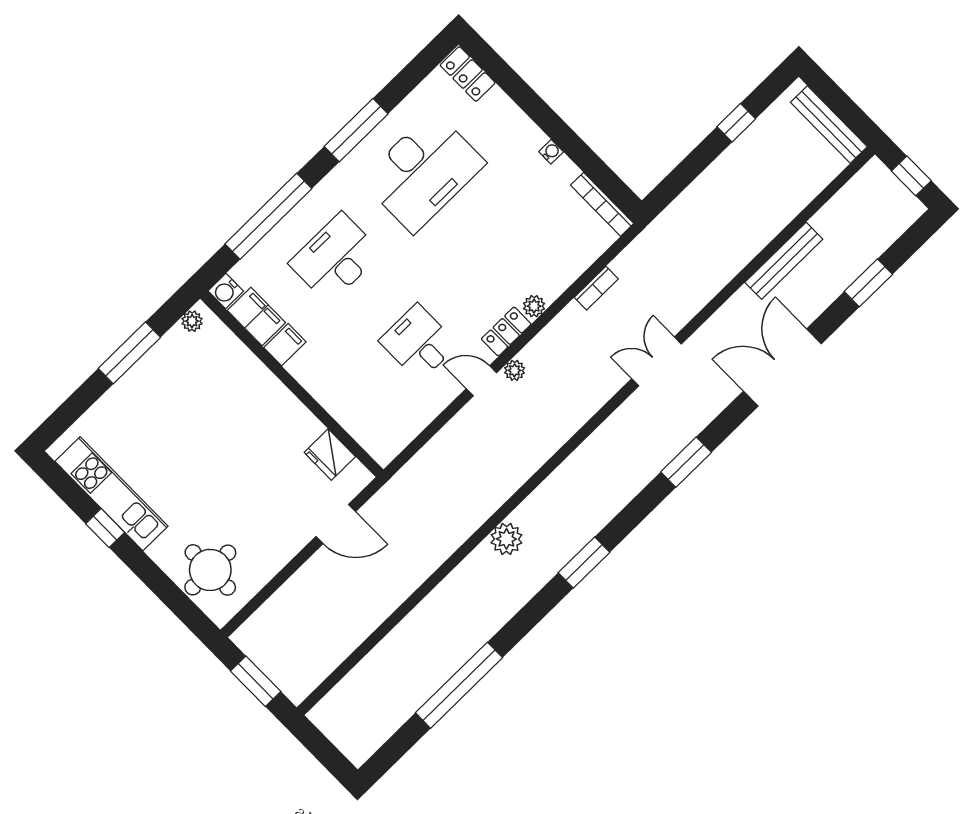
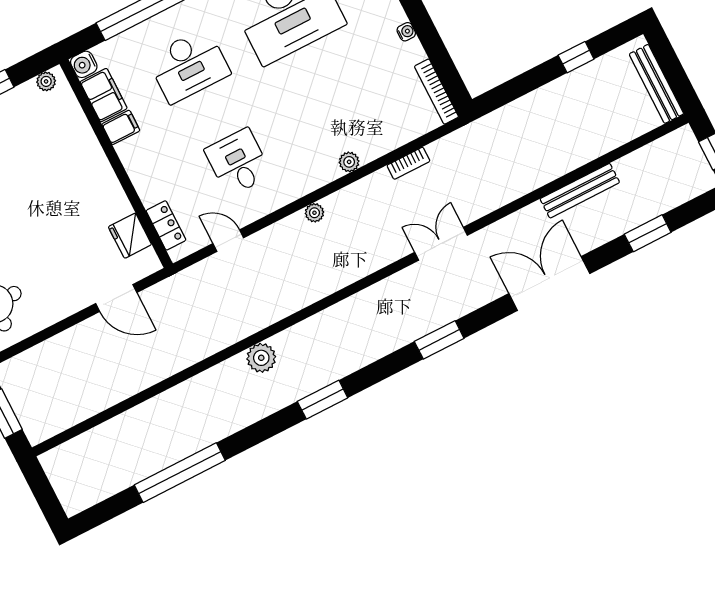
desk: (335, 258) -> (189, 66), turned 180
locker: (506, 332) -> (166, 225), moved, turned 90
door: (481, 381) -> (228, 241), moved

